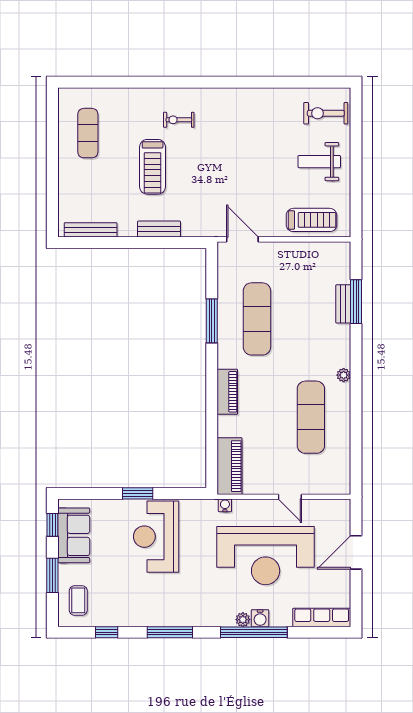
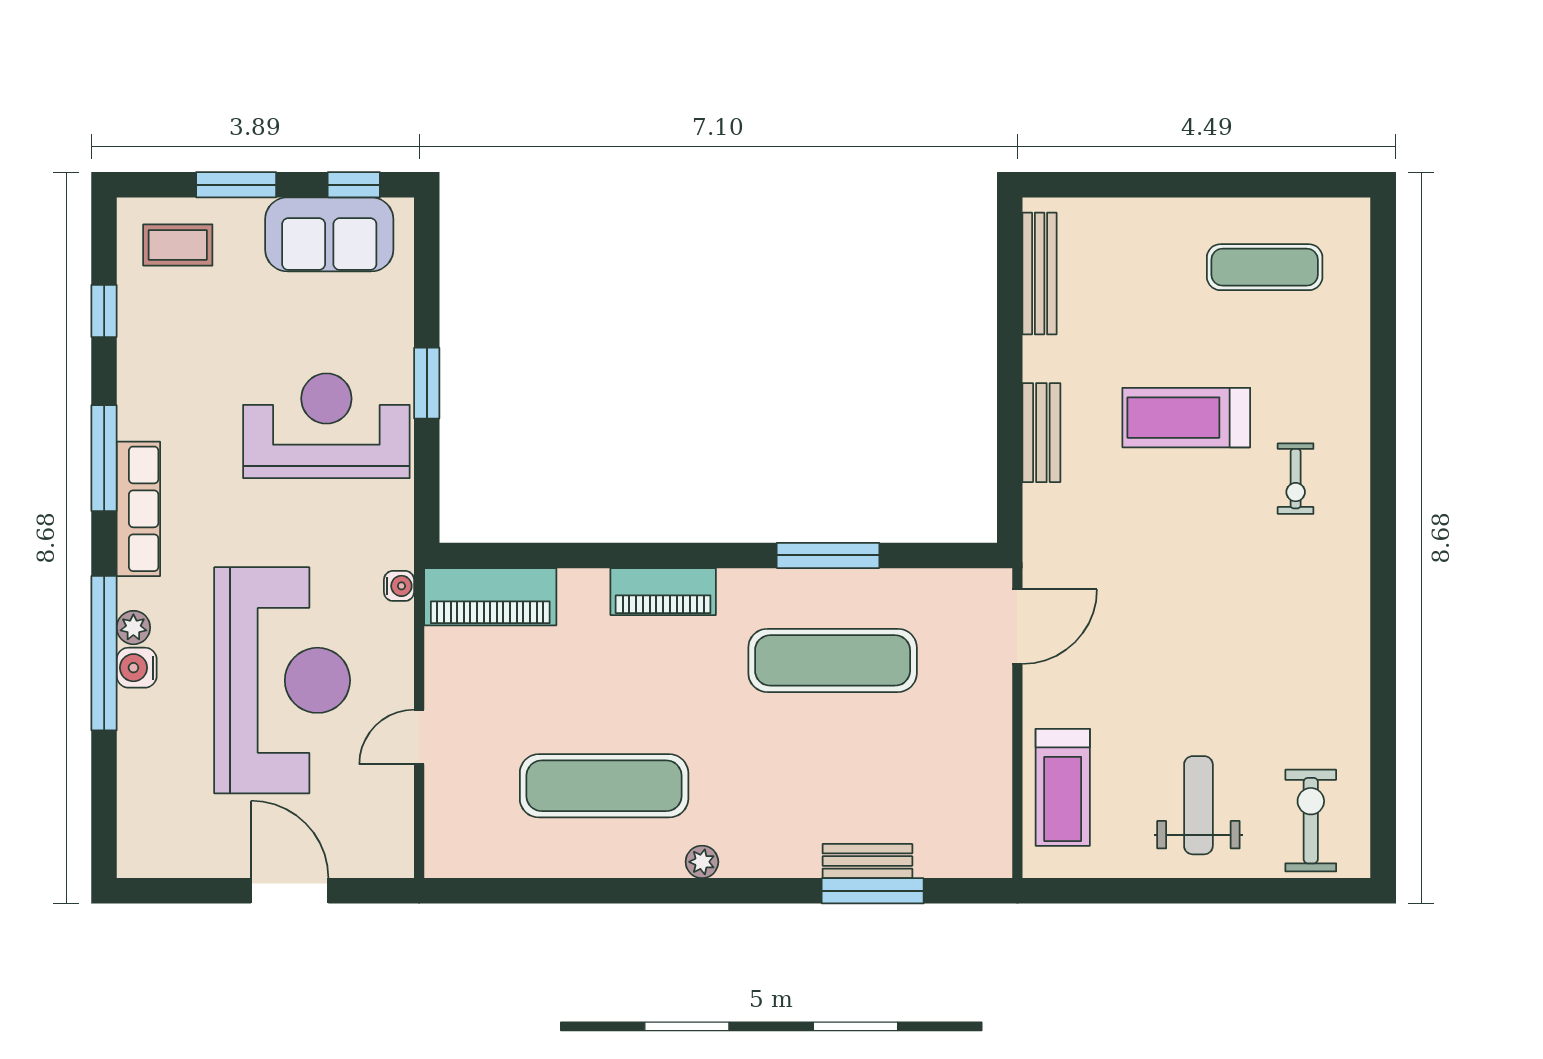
exercise bike: (179, 120) -> (1296, 479), turned 180
reception desk: (266, 556) -> (282, 680), turned 180
row of seats: (322, 617) -> (138, 509), moved

